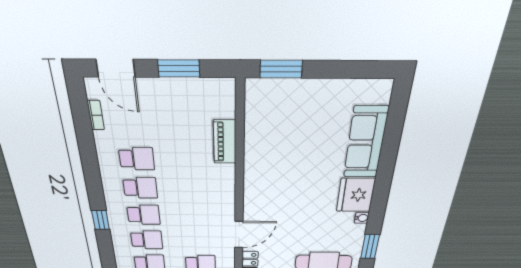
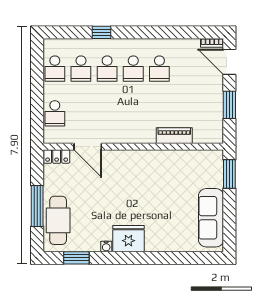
door: (116, 68) -> (229, 62), hinge flipped
bookcase: (96, 115) -> (212, 43), moved
sofa: (366, 143) -> (211, 218), moved, turned -90

